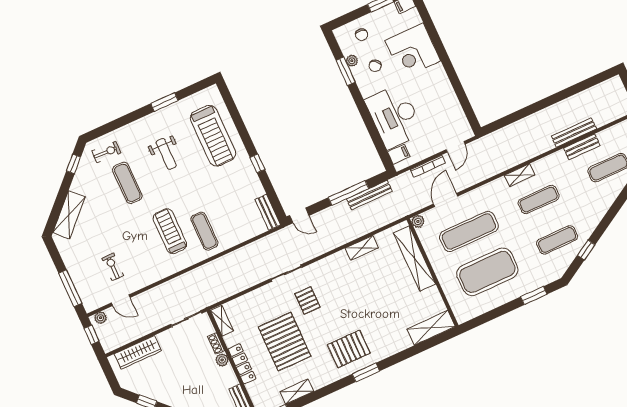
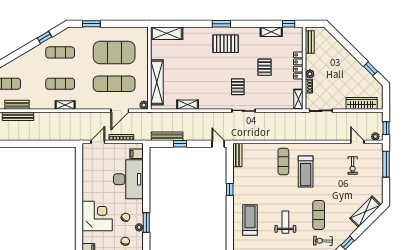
treadmill: (213, 136) -> (250, 220), width x0.73, depth x0.73
window: (348, 193) -> (180, 144), width x0.46
pallet: (285, 342) -> (264, 67), width x0.49, depth x0.50

